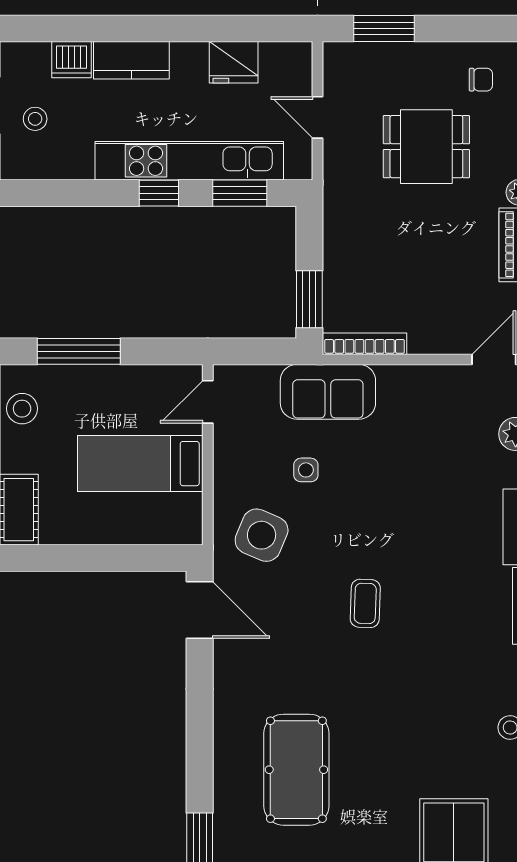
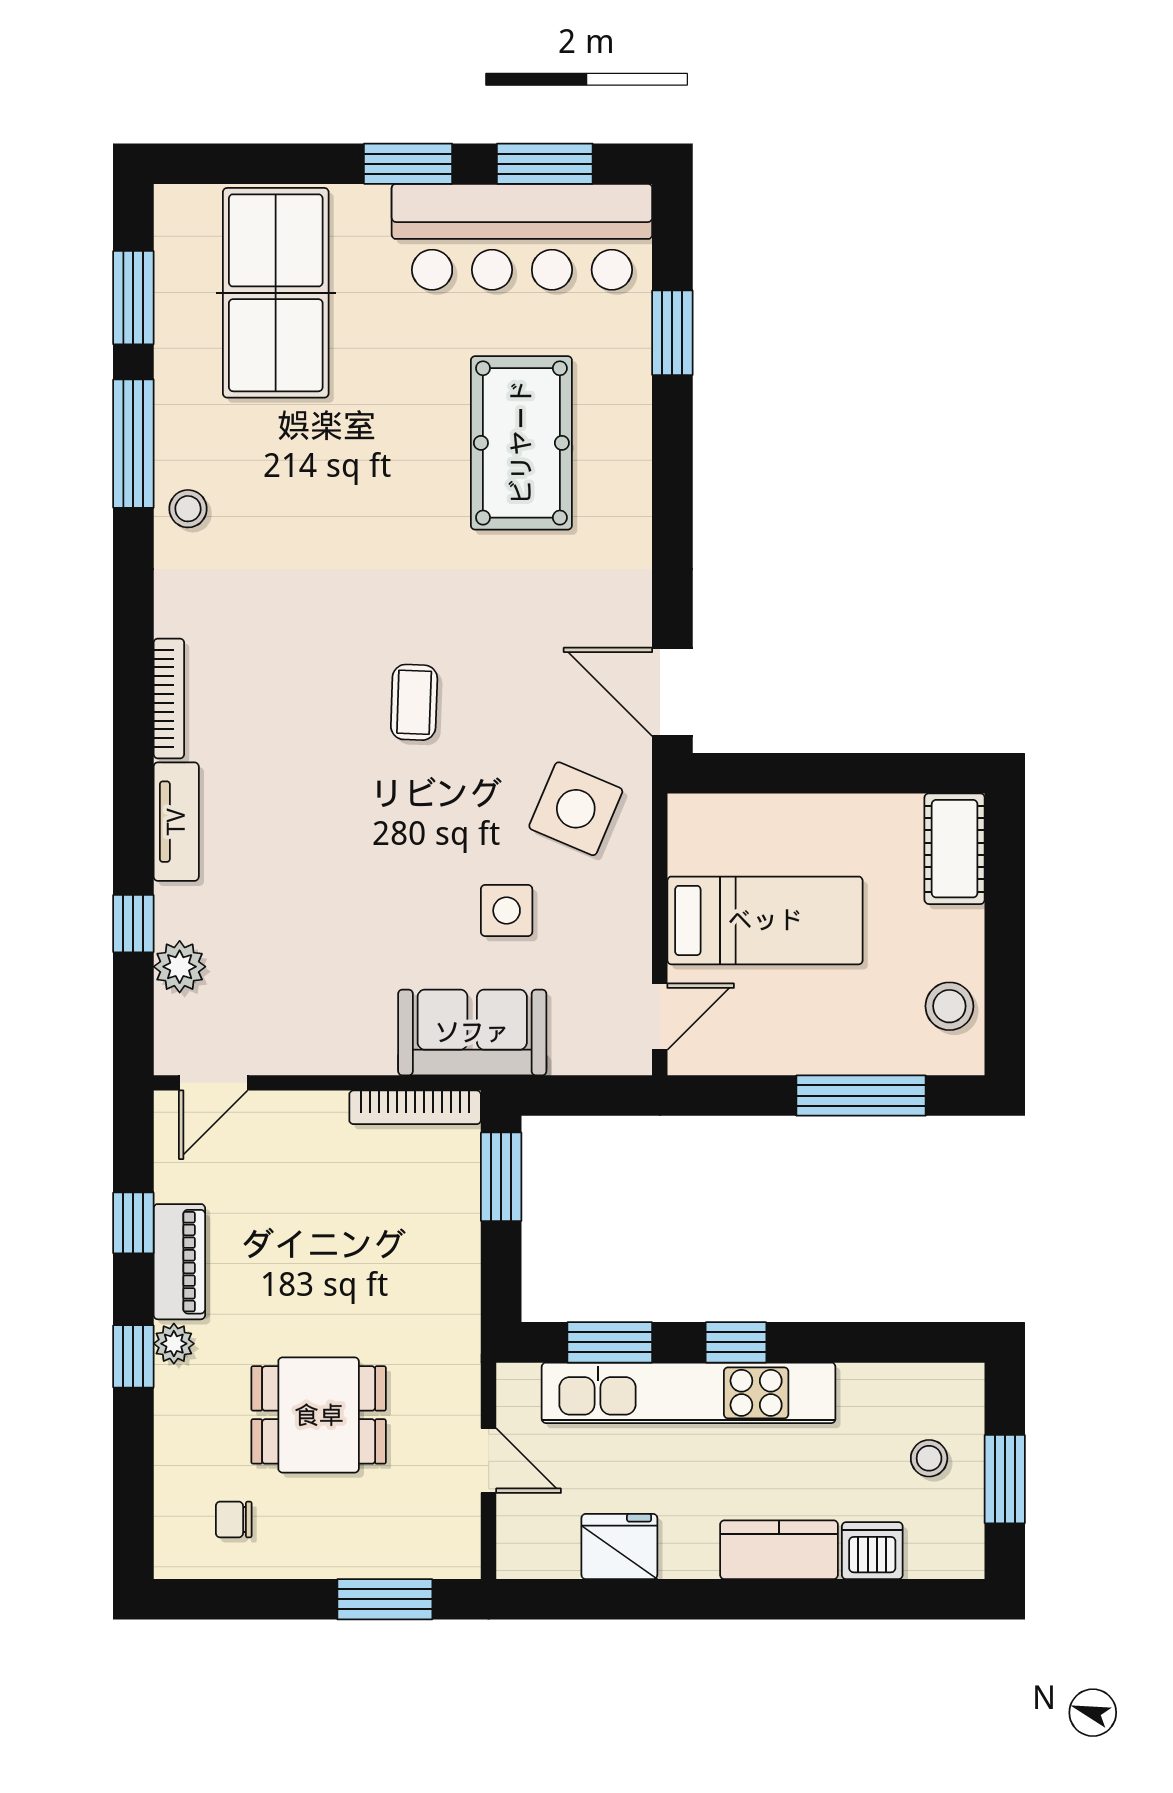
side table: (306, 470) -> (507, 911), width x1.37, depth x1.37

